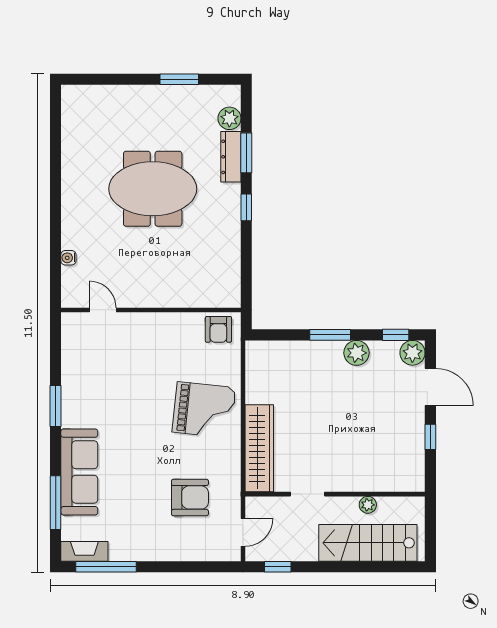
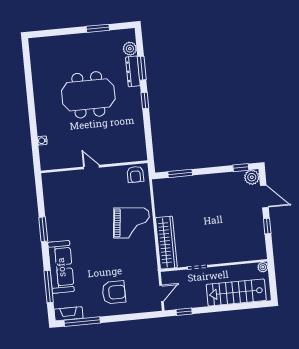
door: (103, 310) -> (91, 167), moved
window: (330, 335) -> (180, 173), moved
plant: (357, 353) -> (219, 180), removed
armchair: (190, 497) -> (114, 292), moved
plant: (368, 505) -> (263, 267), moved

